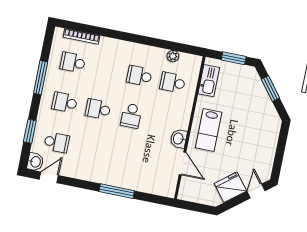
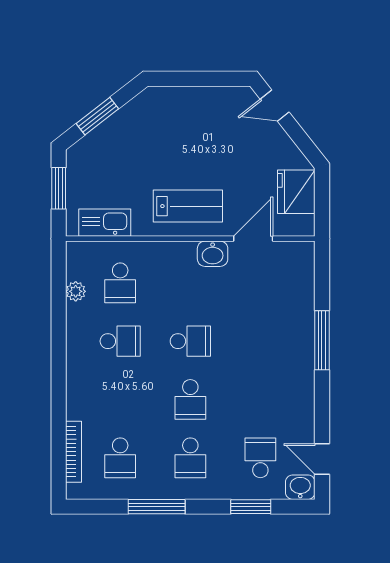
school desk: (139, 76) -> (120, 341), turned -90
fridge: (230, 187) -> (296, 192), moved, turned 38

